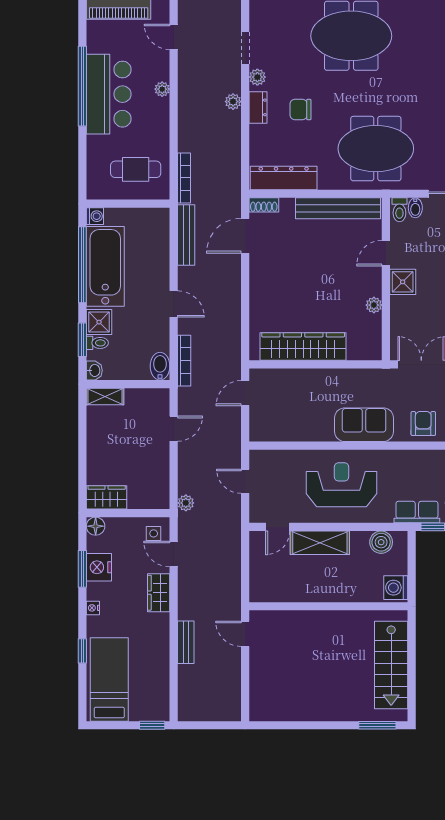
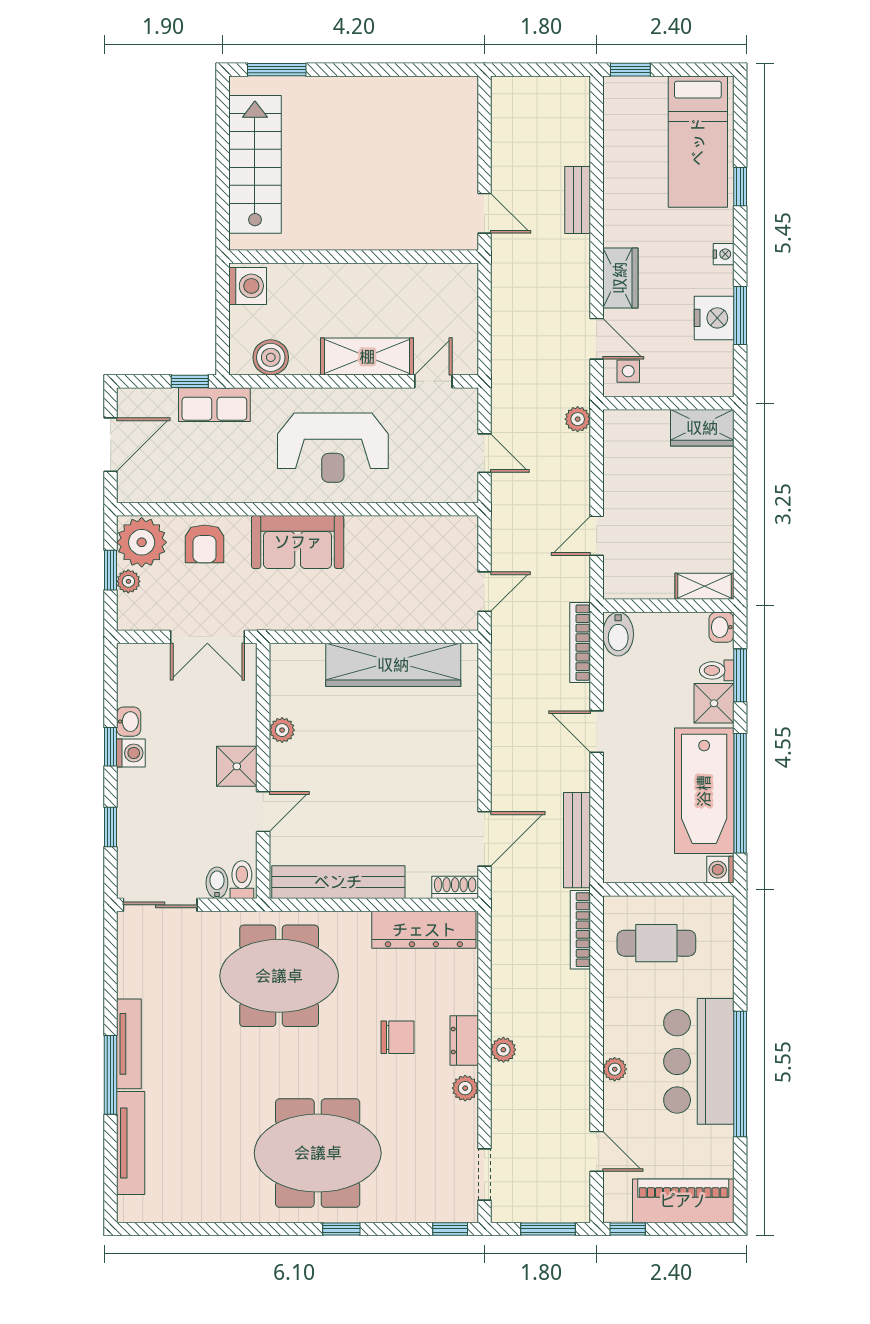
doorway: (245, 48) -> (484, 1174), moved
floor lamp: (96, 526) -> (719, 383), removed

